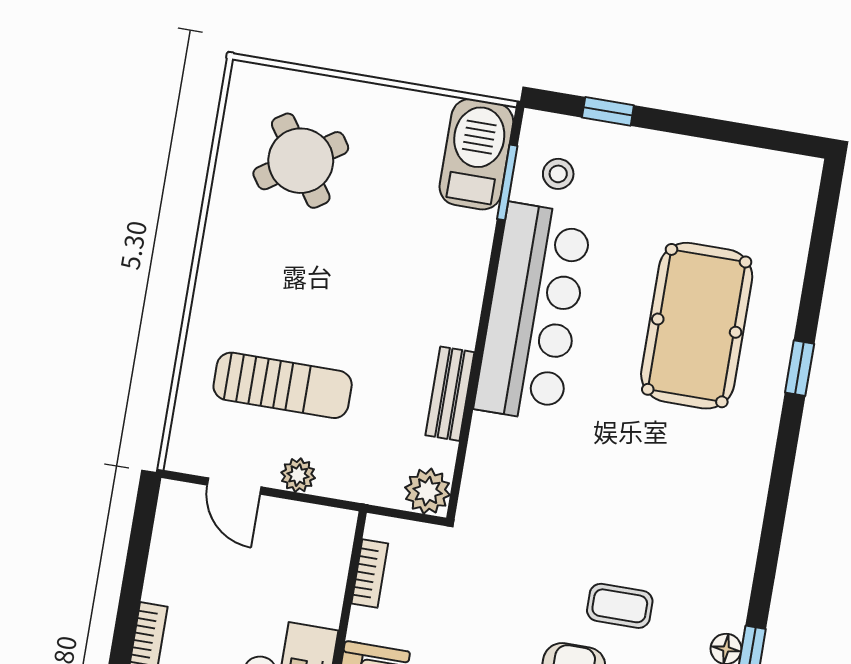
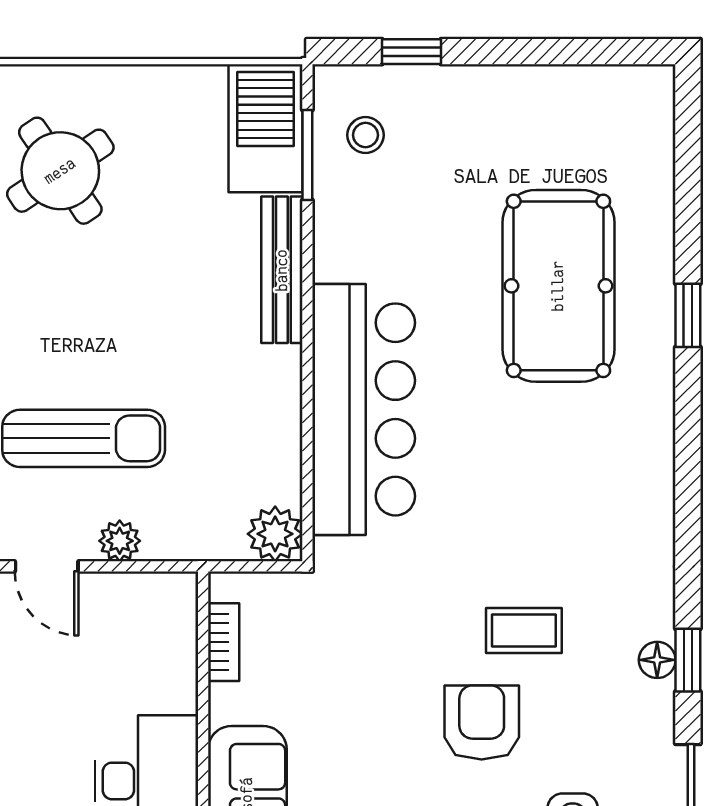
bar counter: (533, 312) -> (364, 409), moved
bench: (450, 394) -> (282, 270), moved, width x1.36

